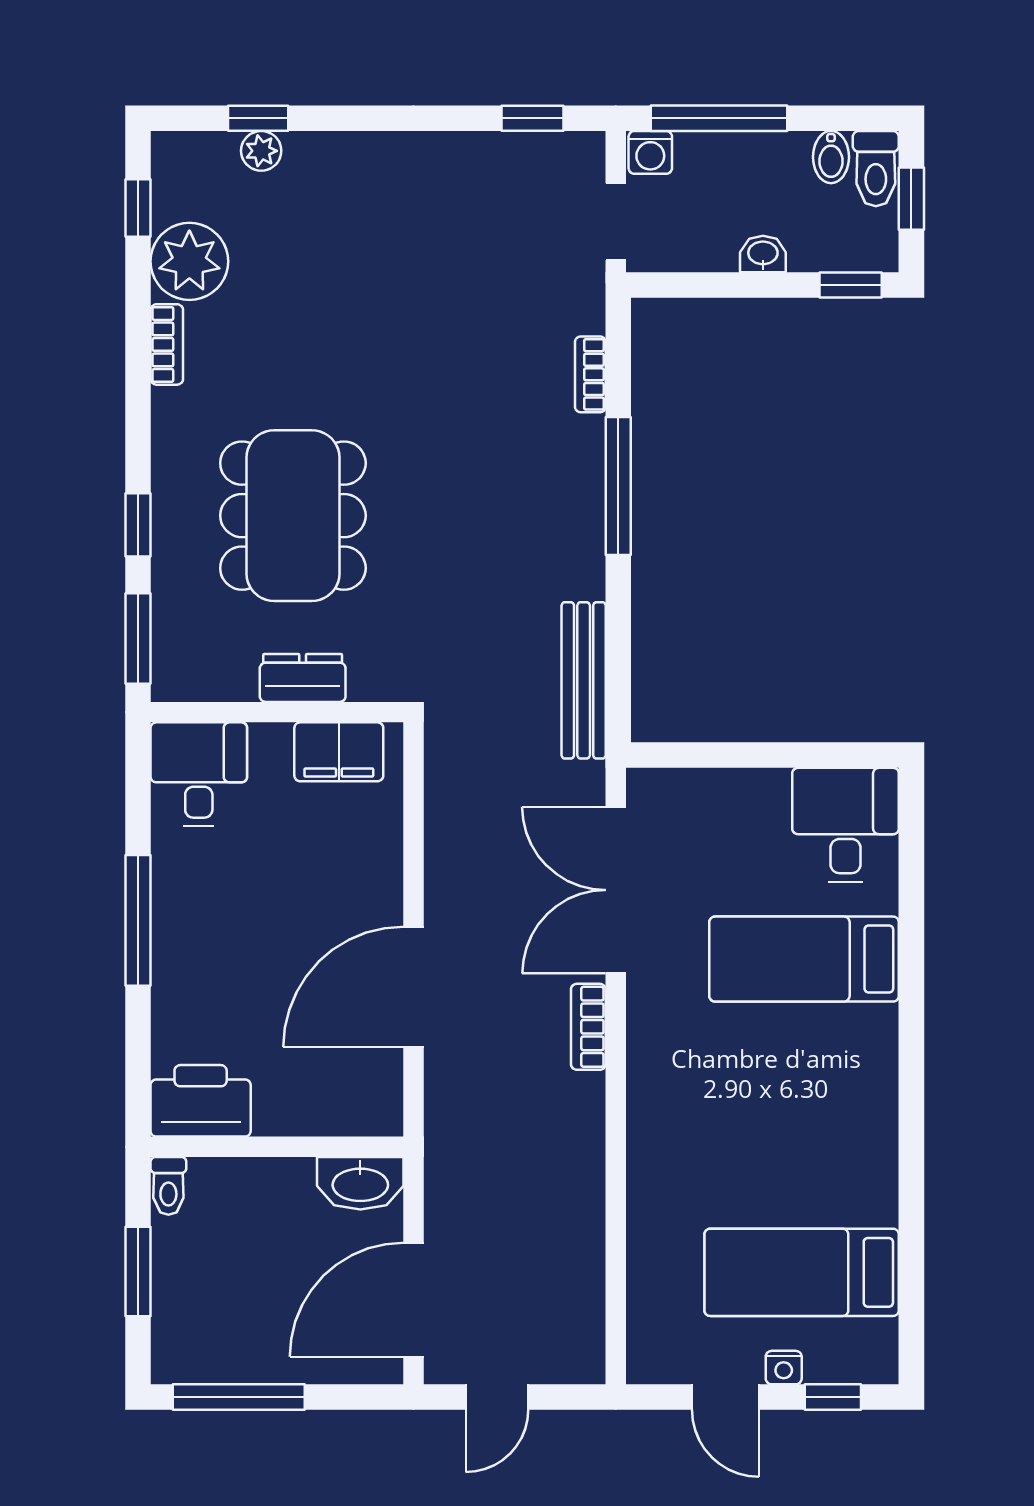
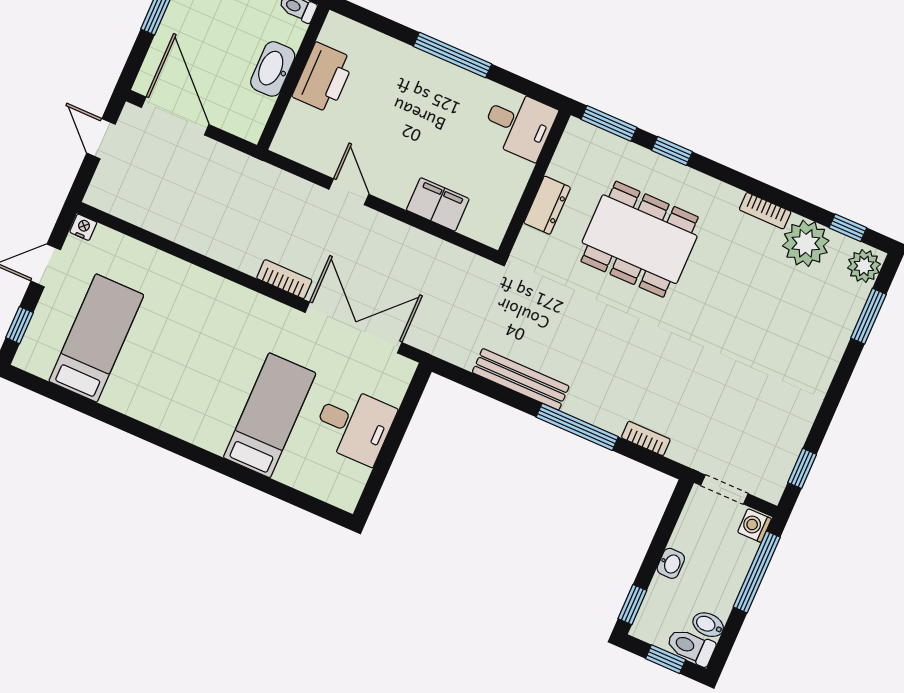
window: (258, 118) -> (869, 316), width x1.50
plant: (261, 151) -> (864, 266), moved, width x1.38, depth x1.38
bench: (584, 680) -> (521, 379), moved
filing cabinet: (339, 752) -> (438, 204), moved, turned 90
desk: (846, 825) -> (354, 425), moved
door: (413, 987) -> (349, 192), width x0.53
printer: (201, 1101) -> (323, 78), moved
washbasin: (360, 1183) -> (273, 69), moved
nightstand: (784, 1368) -> (83, 227), moved, turned 90

